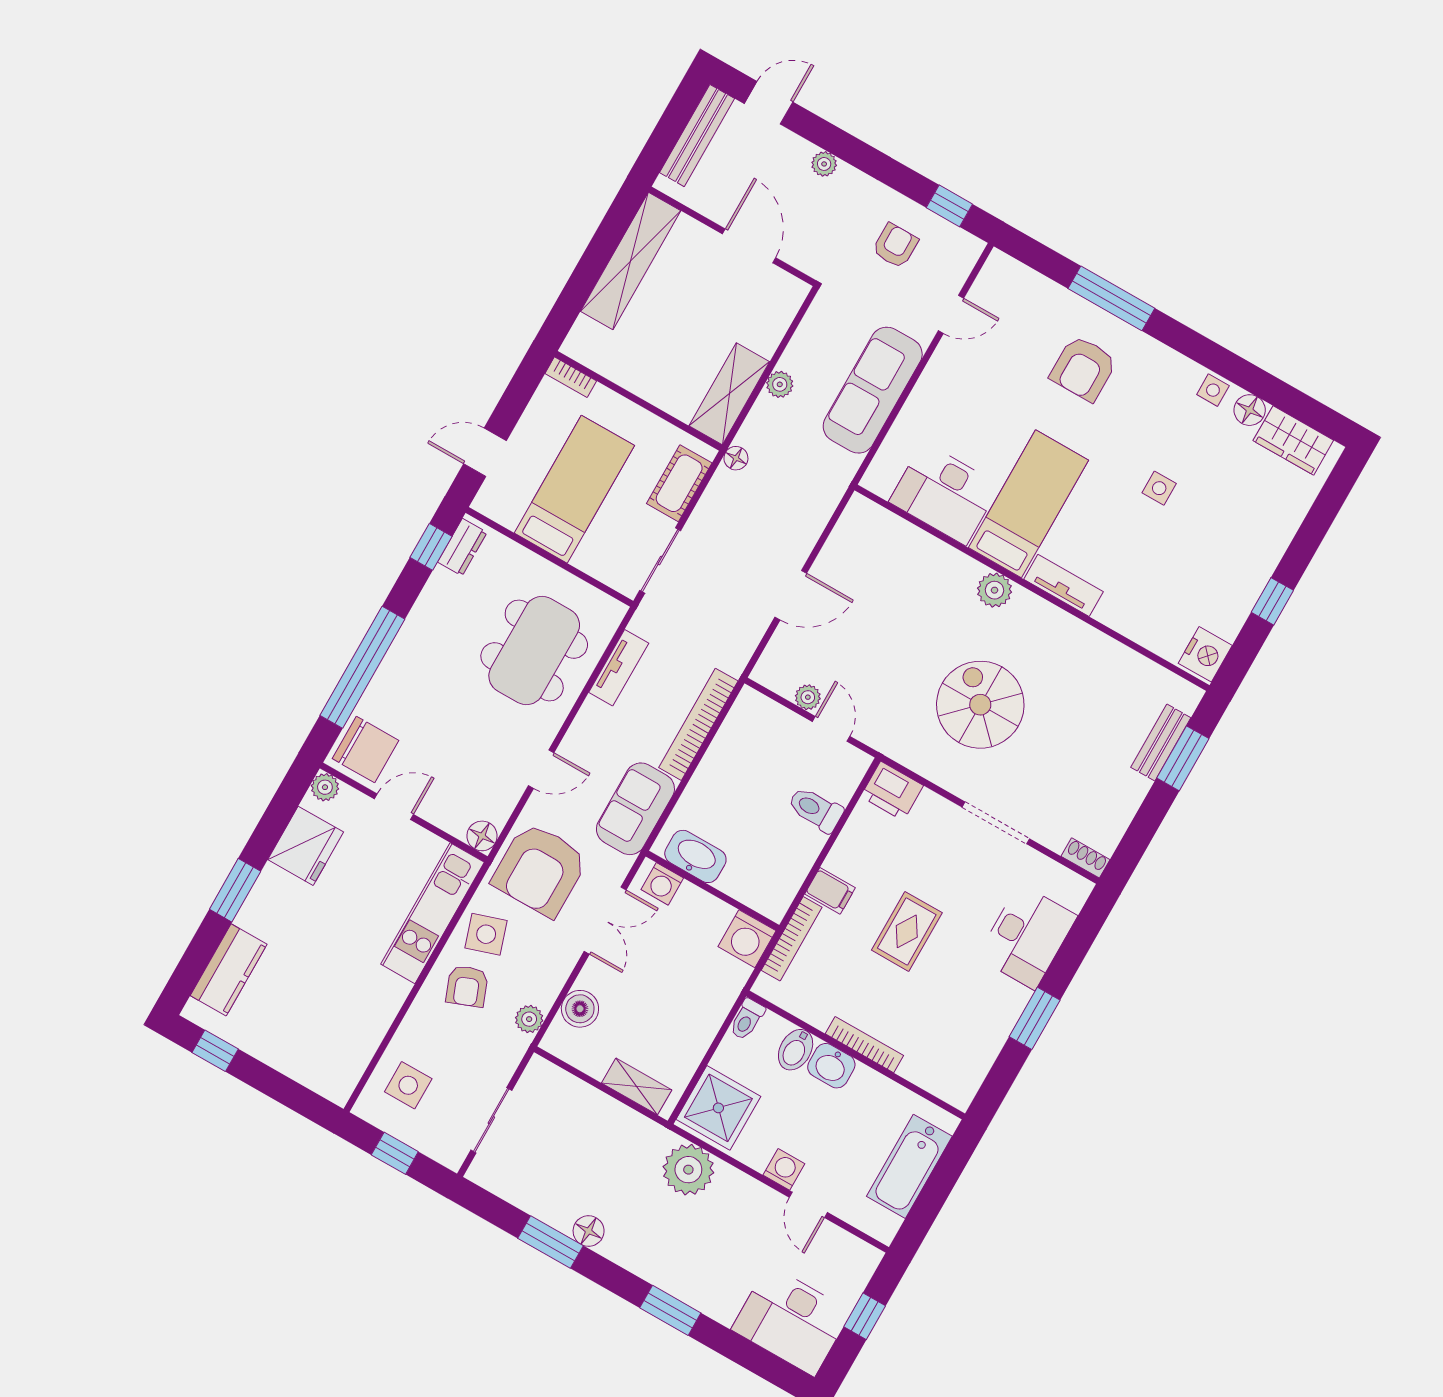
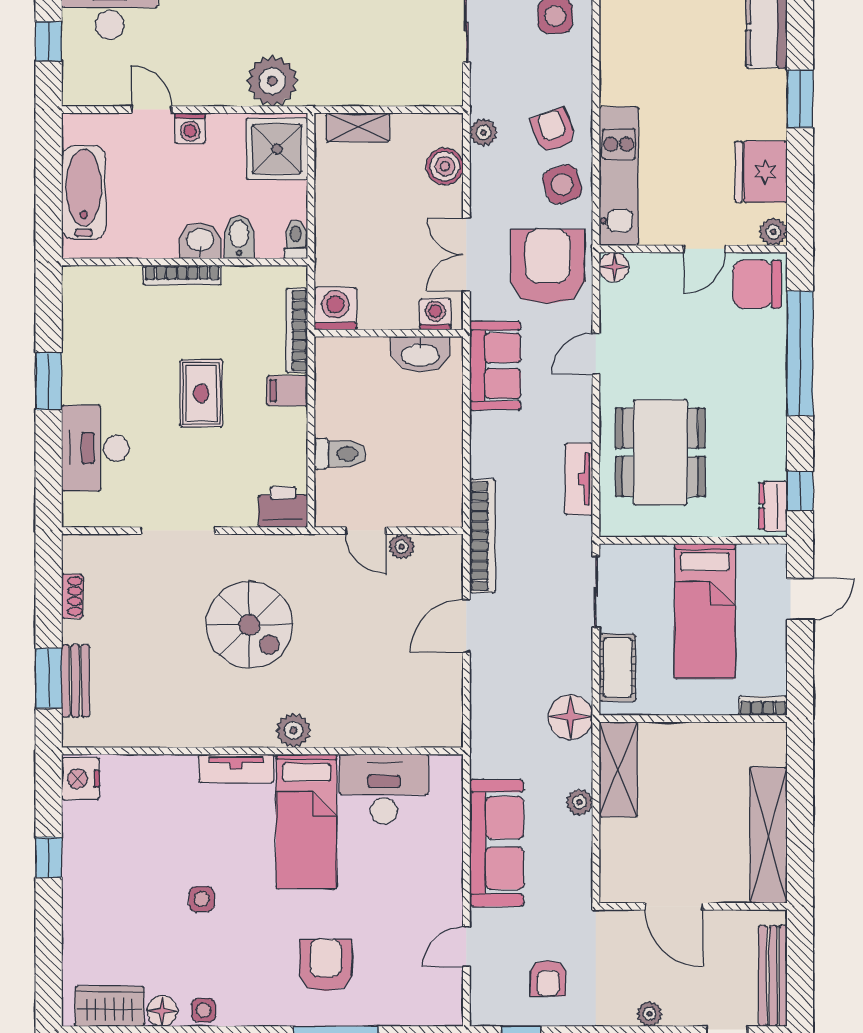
floor lamp: (736, 458) -> (571, 717), width x1.89, depth x1.89
bookcase: (698, 724) -> (483, 536), moved
shoe rack: (1086, 858) -> (72, 596), moved, turned -90

